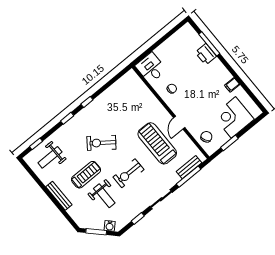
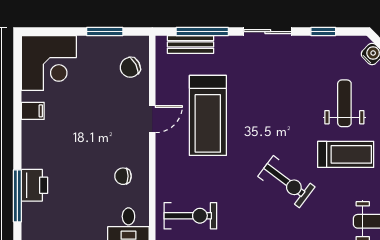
corner desk: (233, 117) -> (49, 63), moved
exercise bike: (128, 173) -> (190, 216), moved
treadmill: (86, 175) -> (346, 154), turned 180

